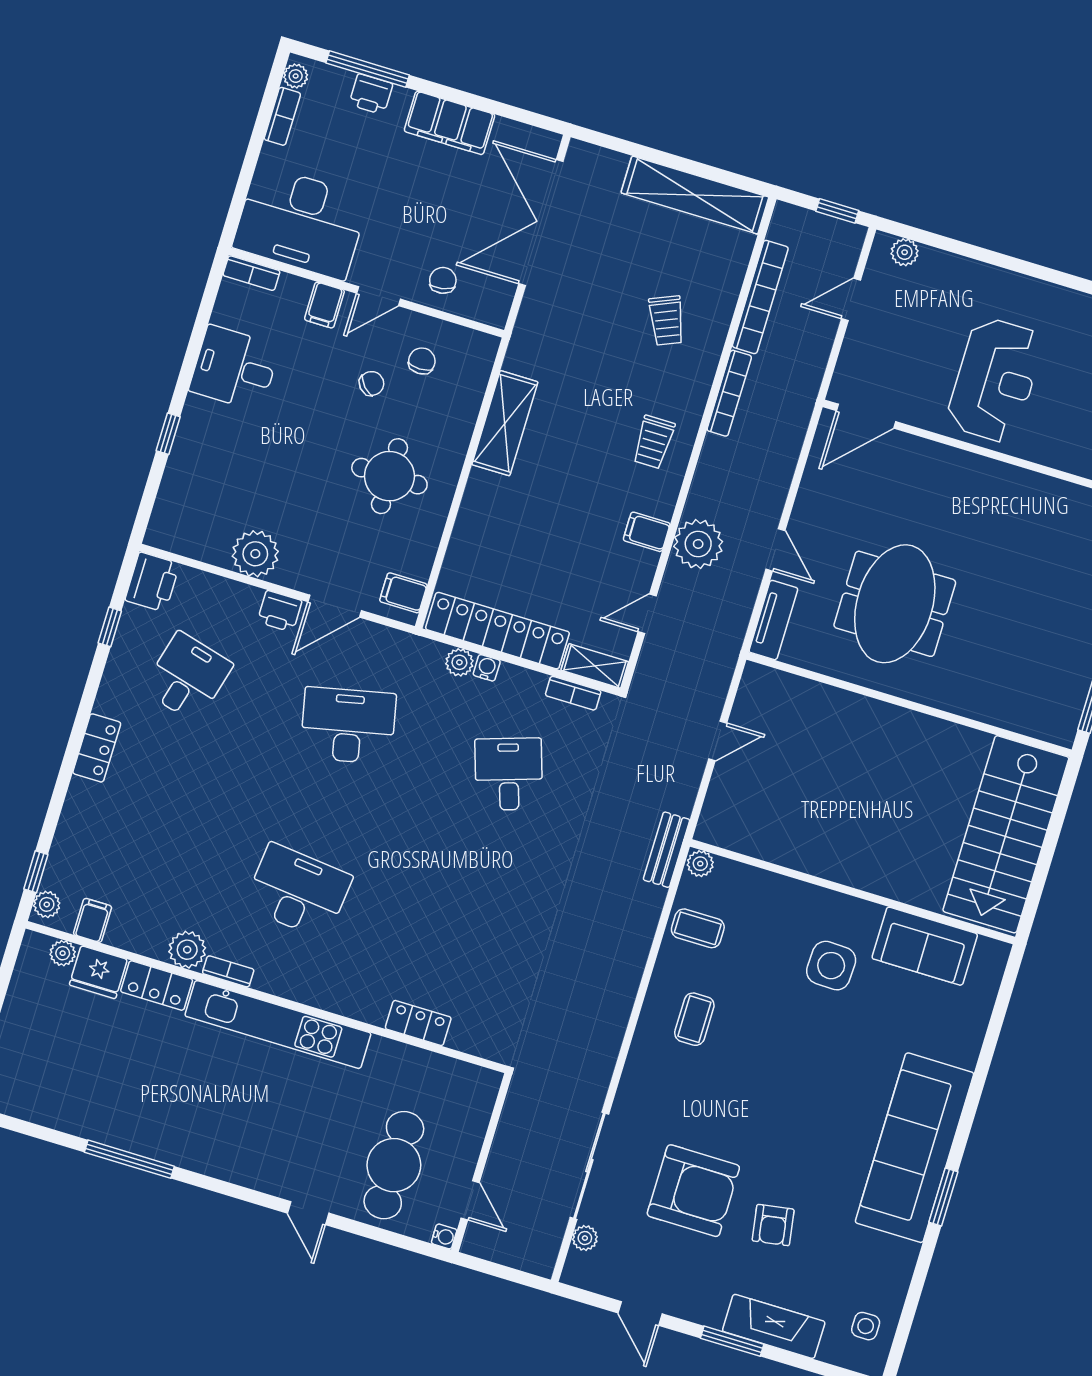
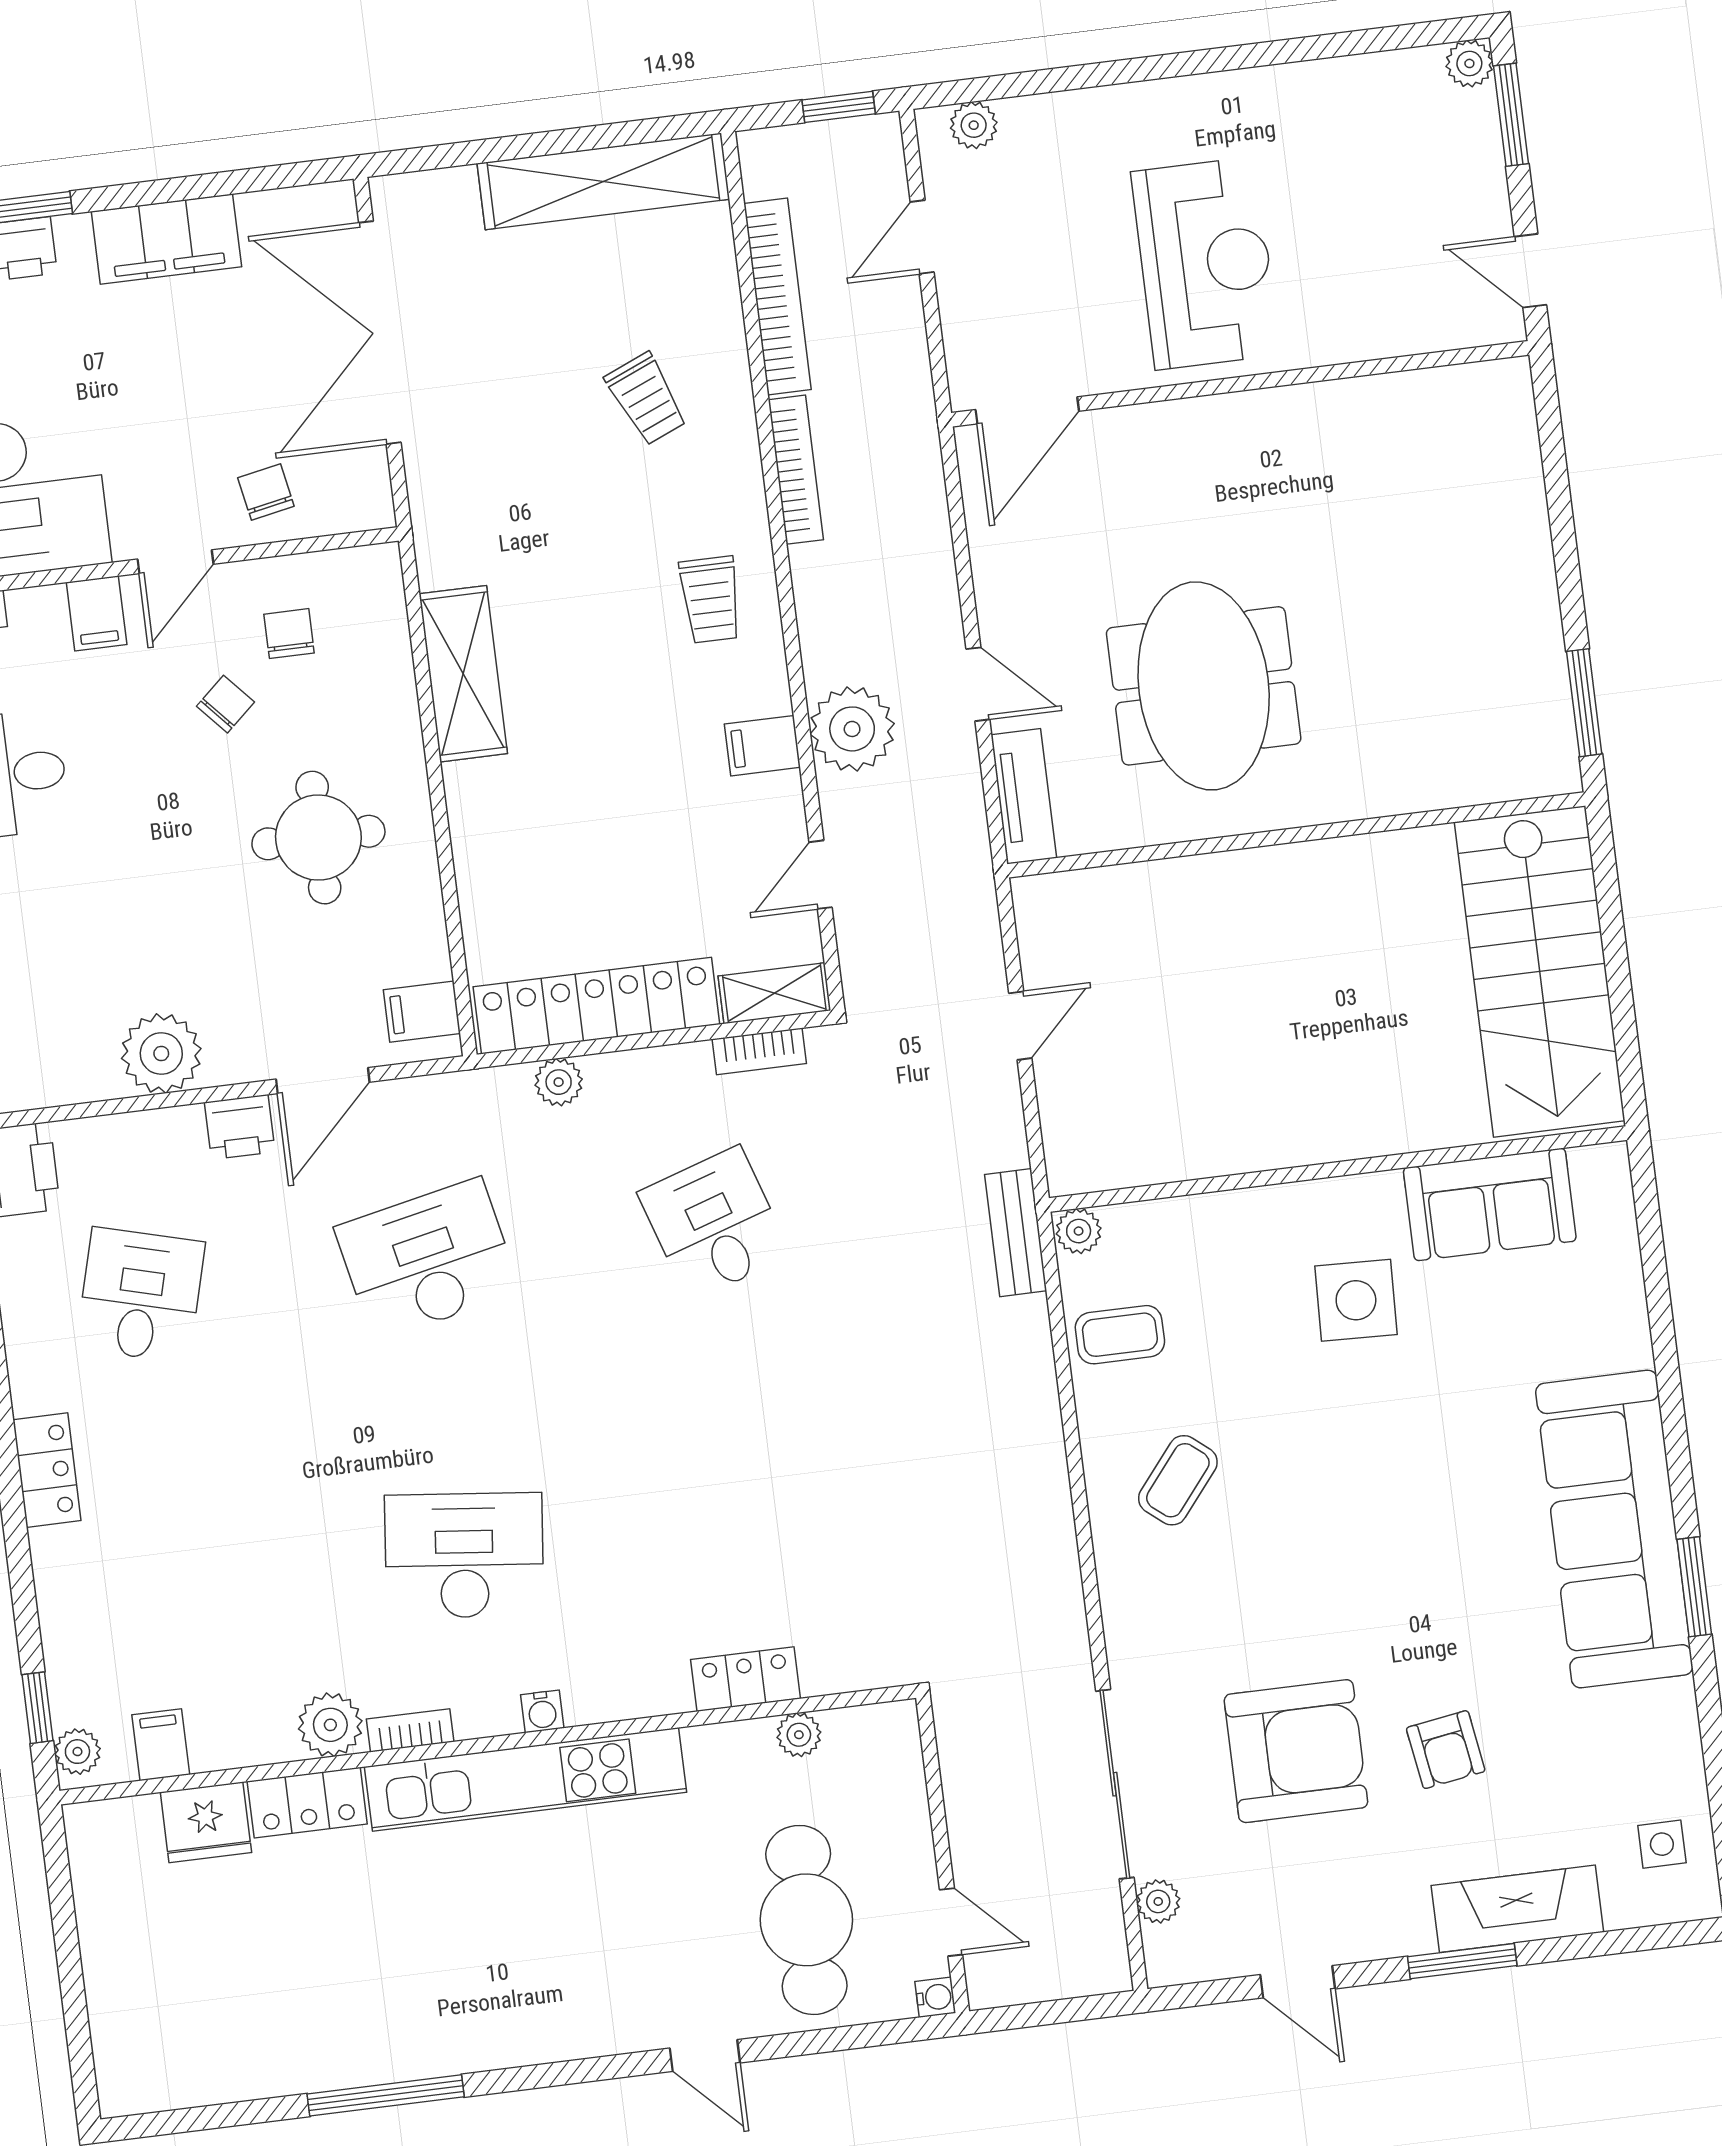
water cooler: (487, 668) -> (542, 1711), moved, turned 180
plant: (63, 953) -> (799, 1735), moved
coffee table: (694, 1019) -> (1178, 1480), turned 39

